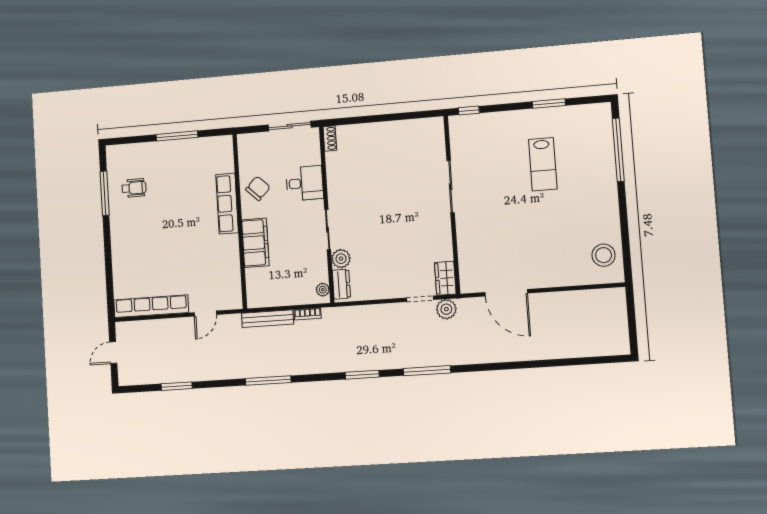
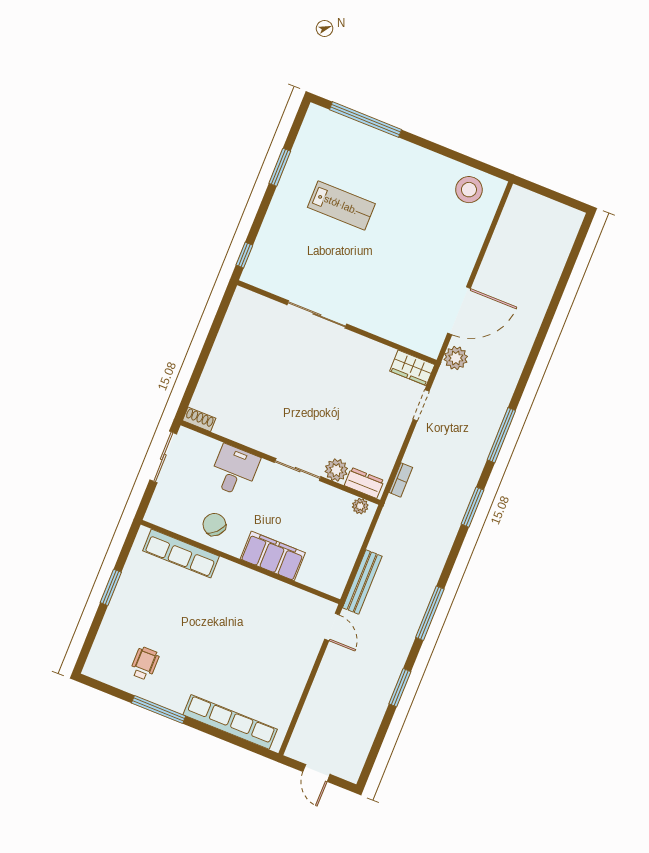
window: (177, 136) -> (111, 587), width x0.69
window: (105, 193) -> (159, 710), moved
row of seats: (227, 204) -> (181, 554), moved
row of seats: (151, 306) -> (230, 722), moved, turned 90
plant: (446, 309) -> (456, 358), moved
door: (205, 314) -> (332, 627), moved
bookcase: (308, 314) -> (401, 480), moved
window: (177, 386) -> (400, 688), moved

